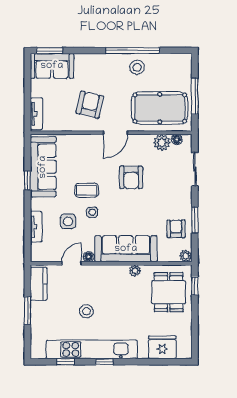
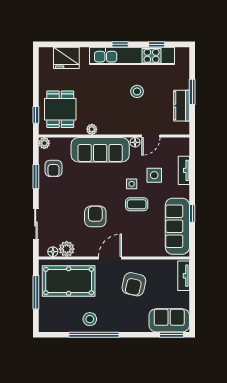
kitchen counter: (39, 284) -> (182, 106), moved

